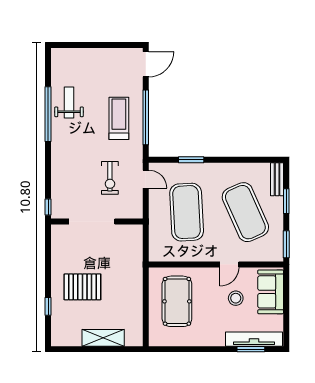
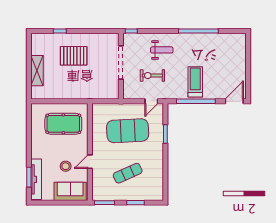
door: (146, 64) -> (234, 101), swing flipped
weight bench: (69, 102) -> (162, 50), moved
treadmill: (119, 118) -> (195, 82), turned -90
bench: (277, 179) -> (151, 196), removed
exercise mat: (245, 212) -> (128, 173), width x0.50, depth x0.69
door: (229, 264) -> (90, 162), hinge flipped
pallet: (82, 287) -> (74, 56), turned 90

